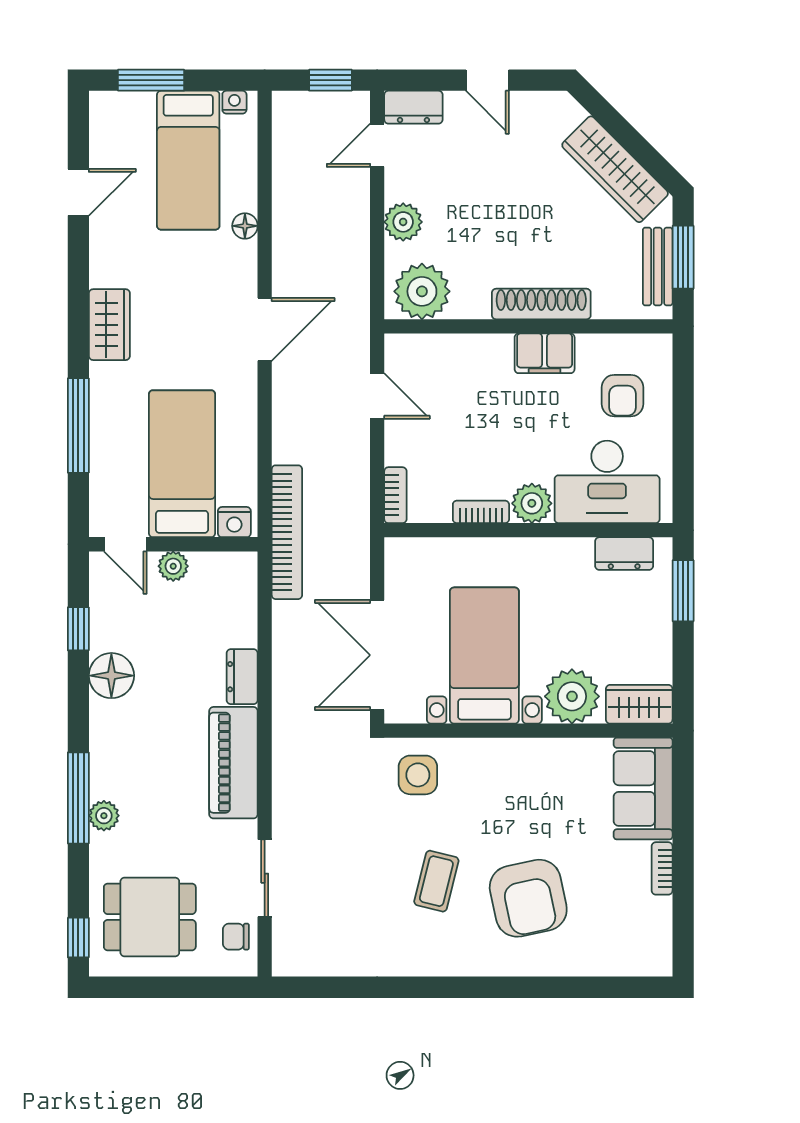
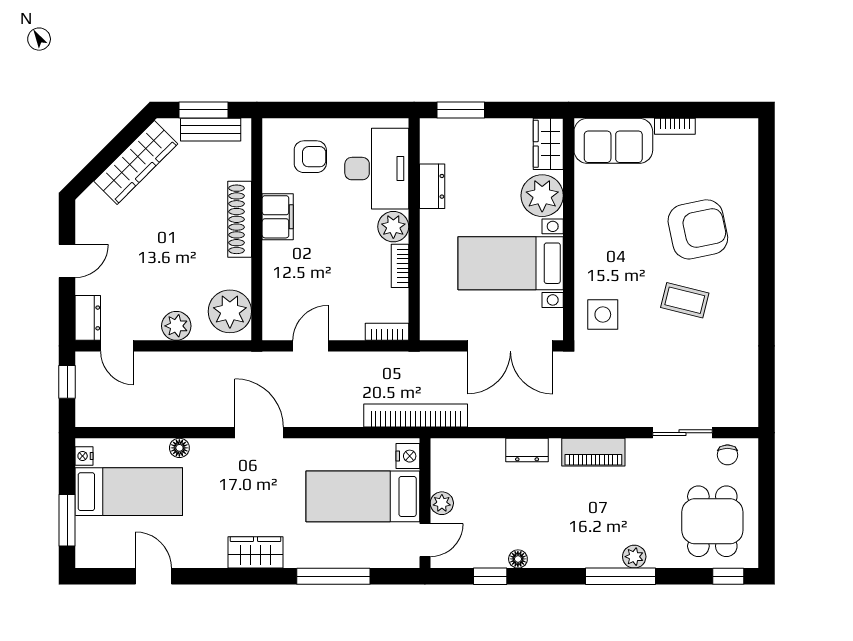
dresser: (624, 554) -> (432, 186), moved
floor lamp: (111, 676) -> (518, 559), width x0.53, depth x0.53
piano: (233, 763) -> (593, 452), width x0.73, depth x0.75

